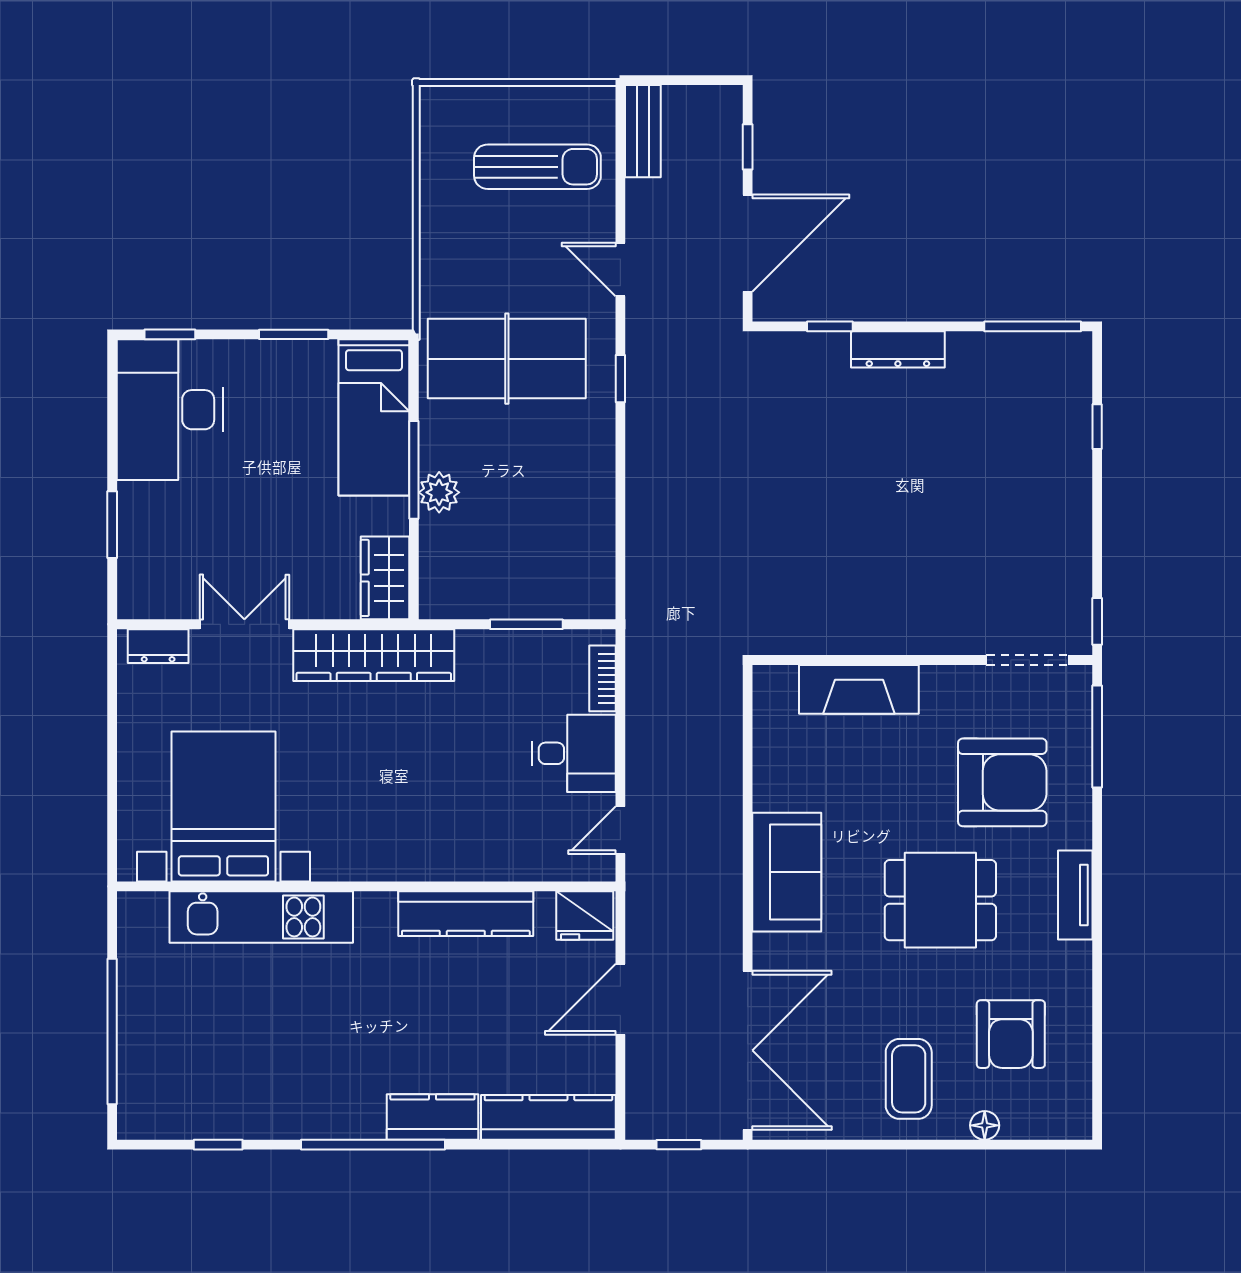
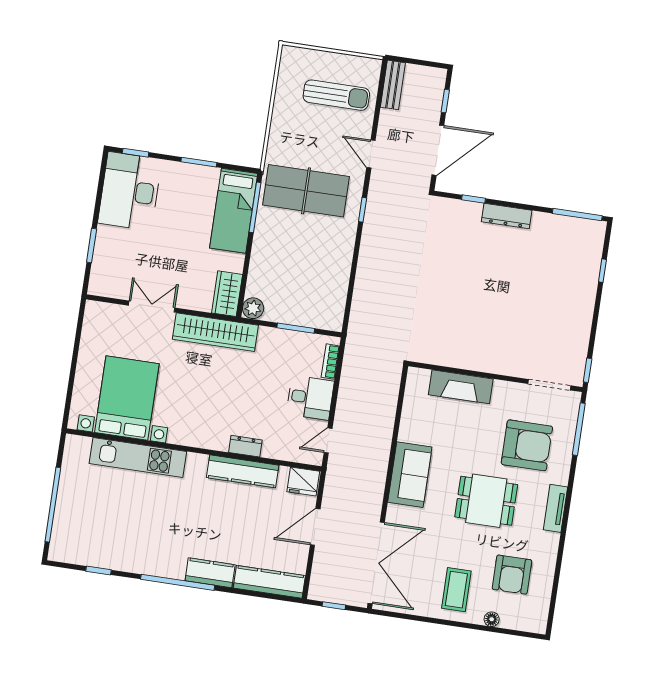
window: (414, 470) -> (255, 207), moved
plant: (439, 492) -> (253, 308), moved
dresser: (158, 646) -> (245, 446), moved, turned 180

